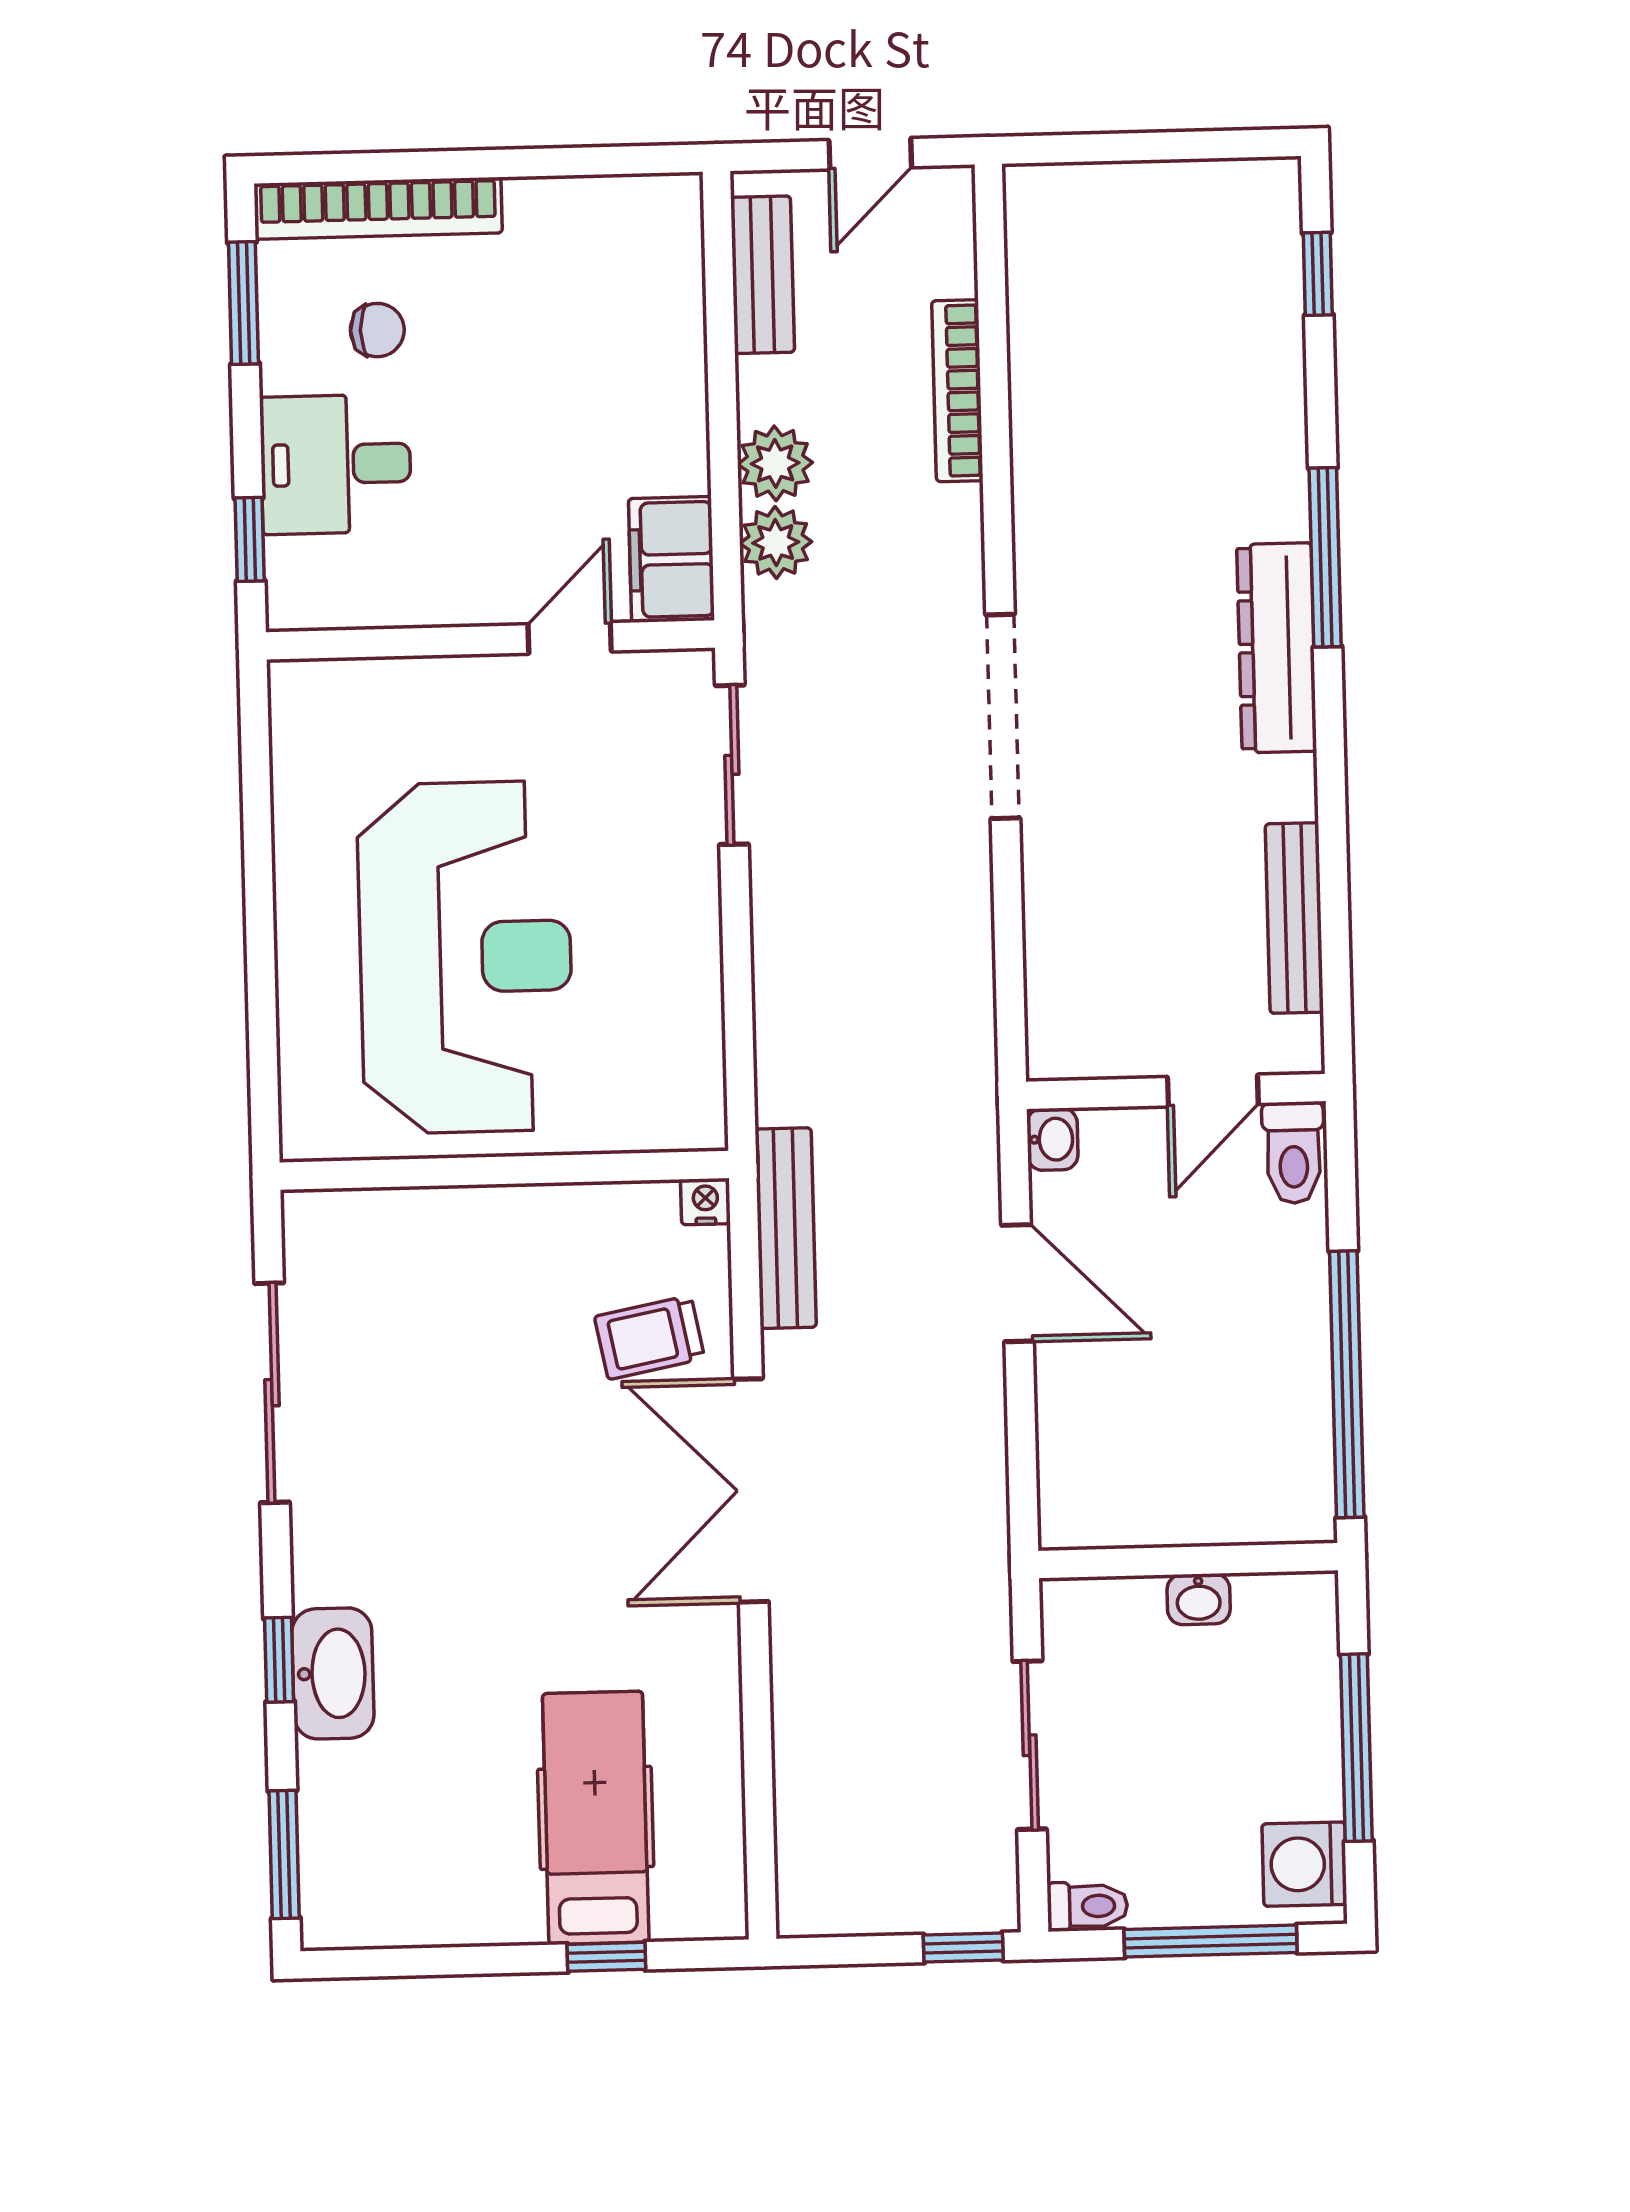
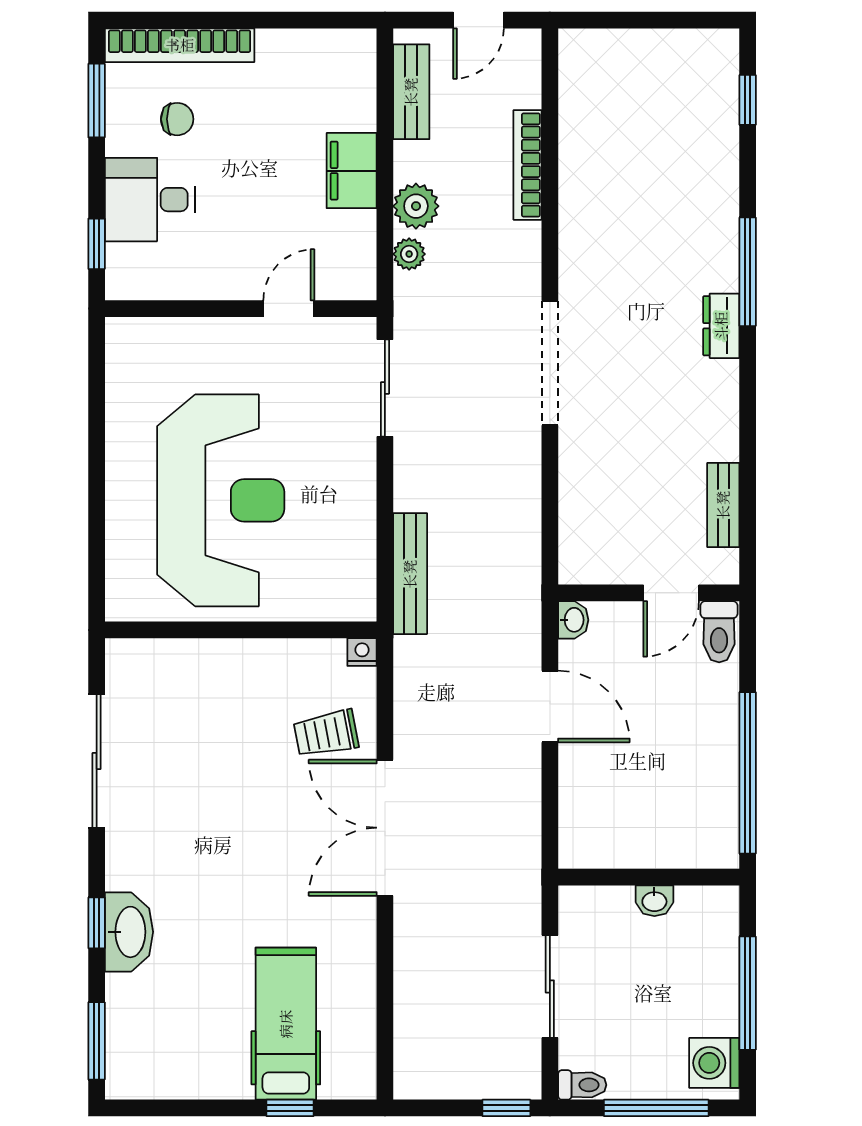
plant: (776, 542) -> (409, 254), width x0.73, depth x0.73
filing cabinet: (671, 559) -> (352, 171), moved
dresser: (1277, 648) -> (721, 326), width x0.51, depth x0.80
bench: (1294, 918) -> (723, 505), width x0.73
bench: (786, 1228) -> (410, 574), moved

